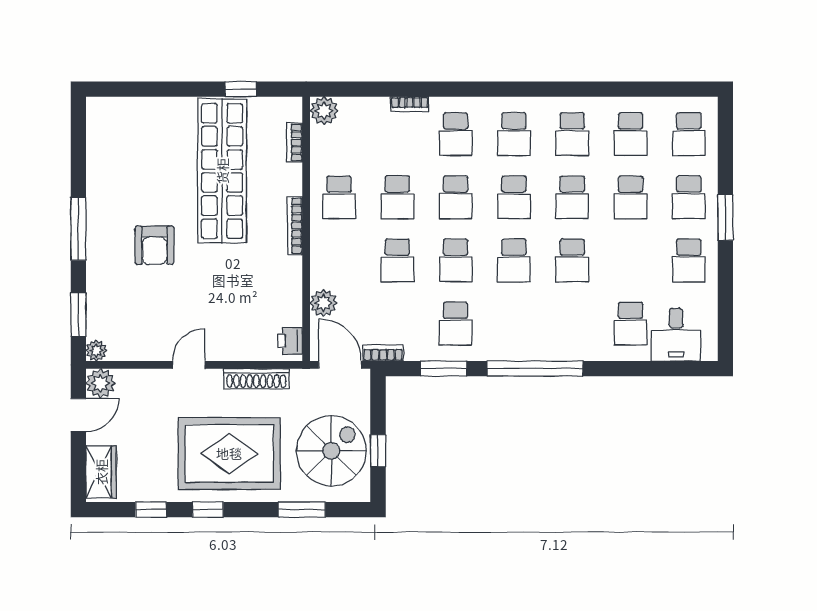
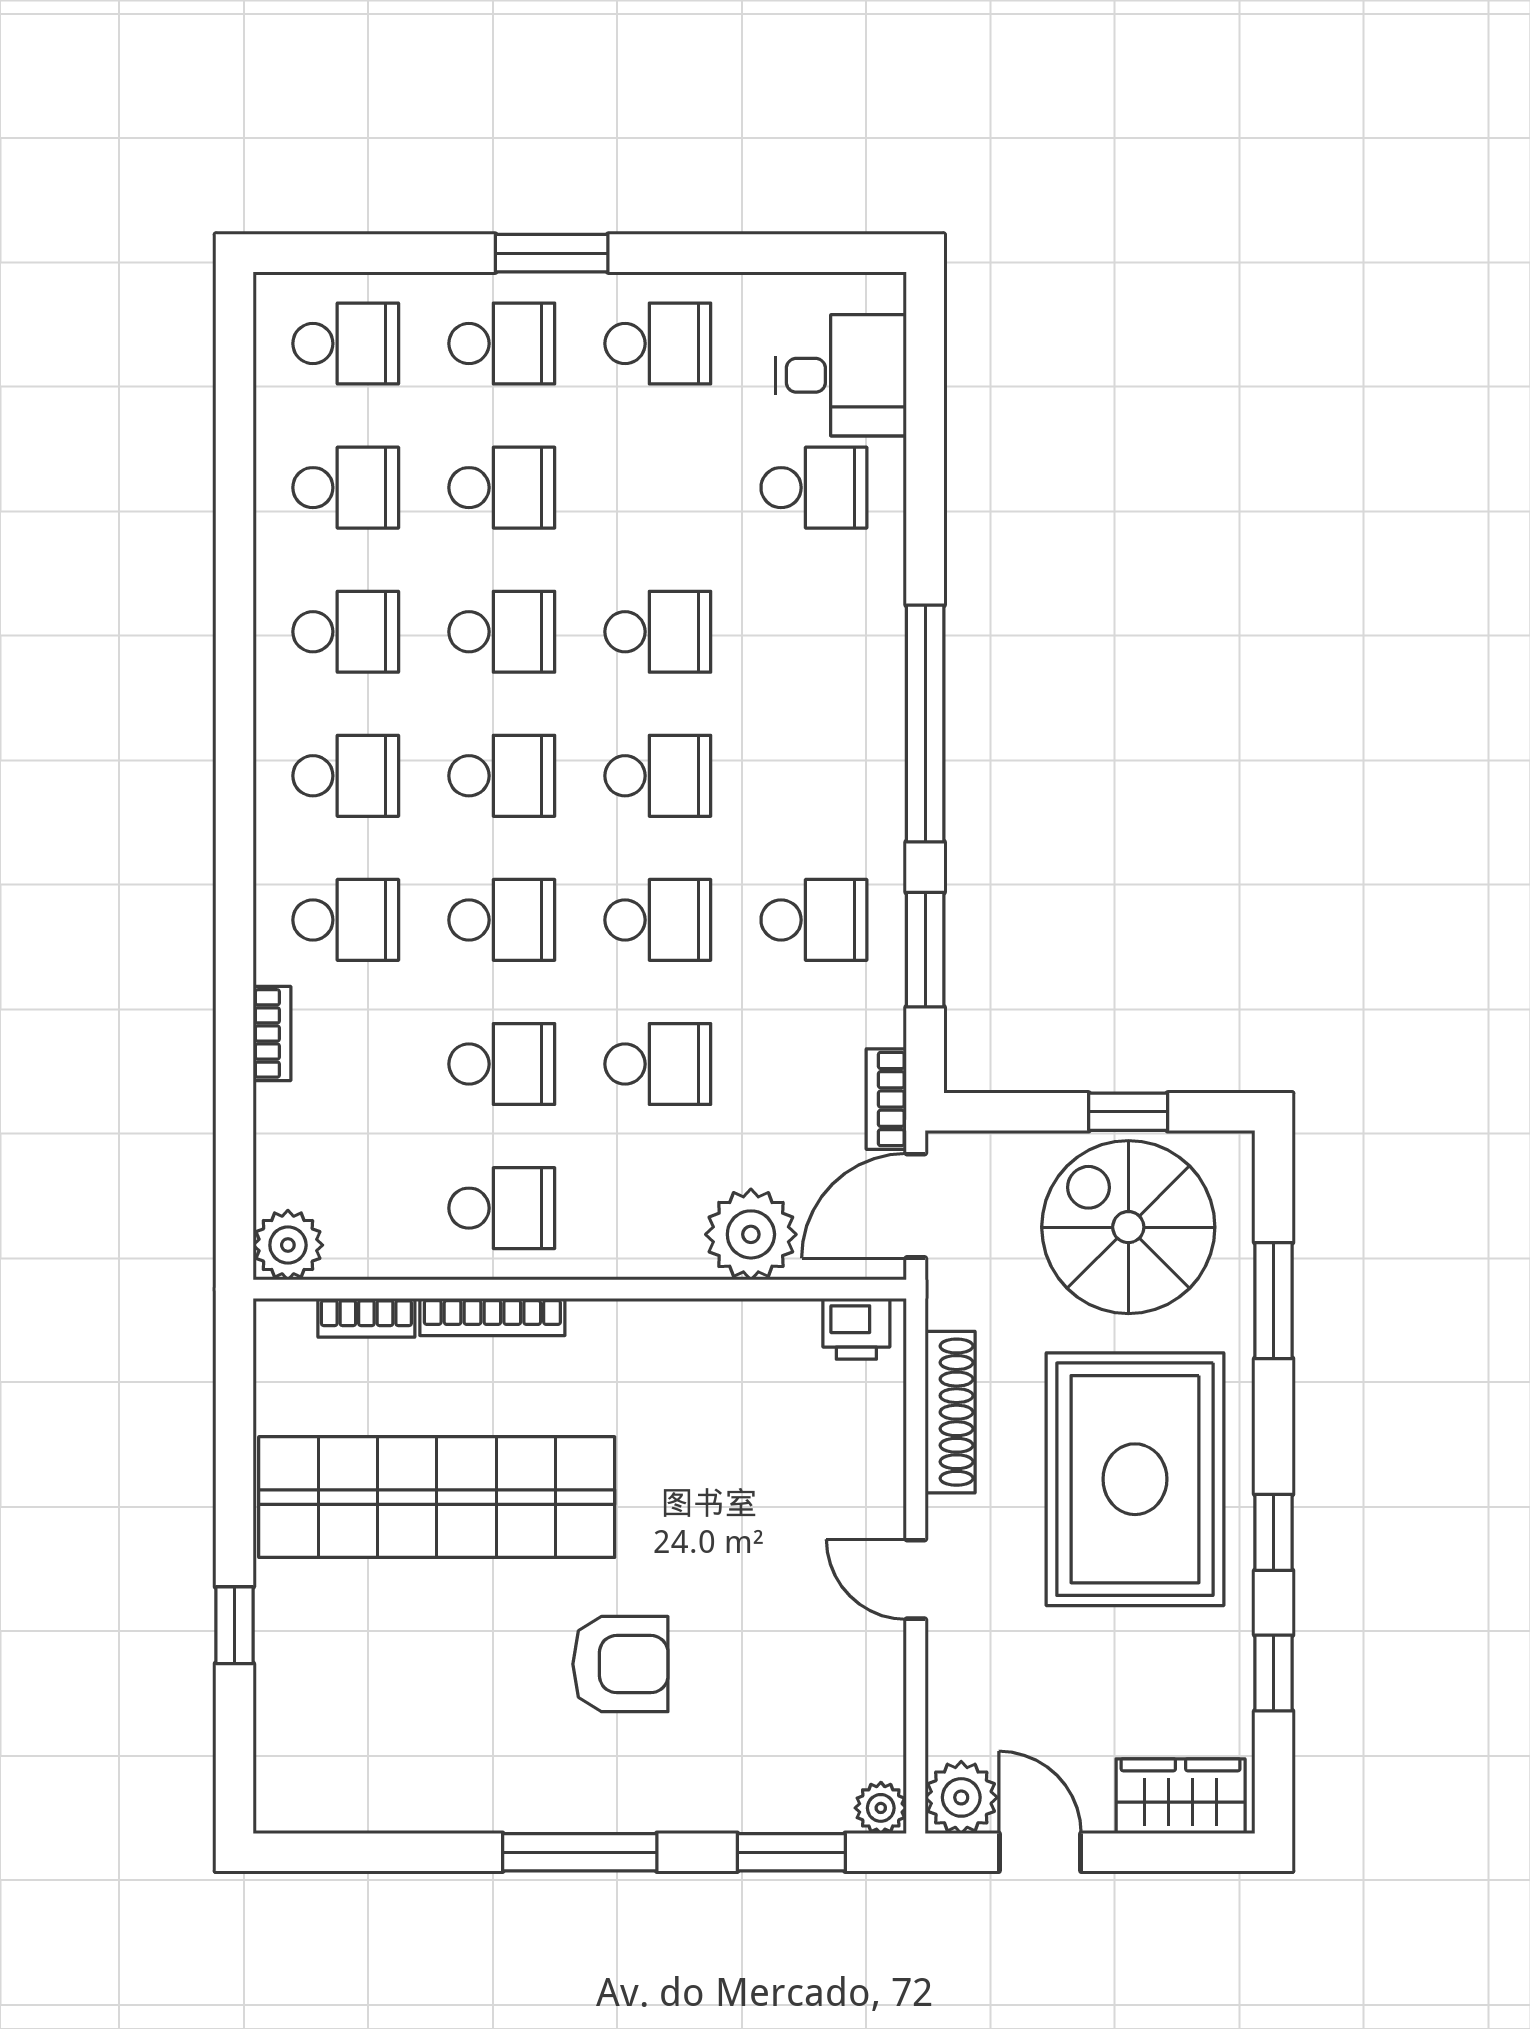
window: (241, 89) -> (234, 1625), moved
bookcase: (295, 226) -> (492, 1317), moved
plant: (323, 303) -> (751, 1234), width x1.36, depth x1.36

